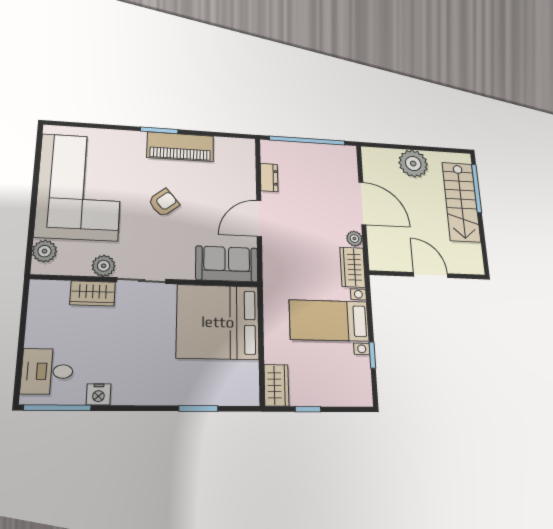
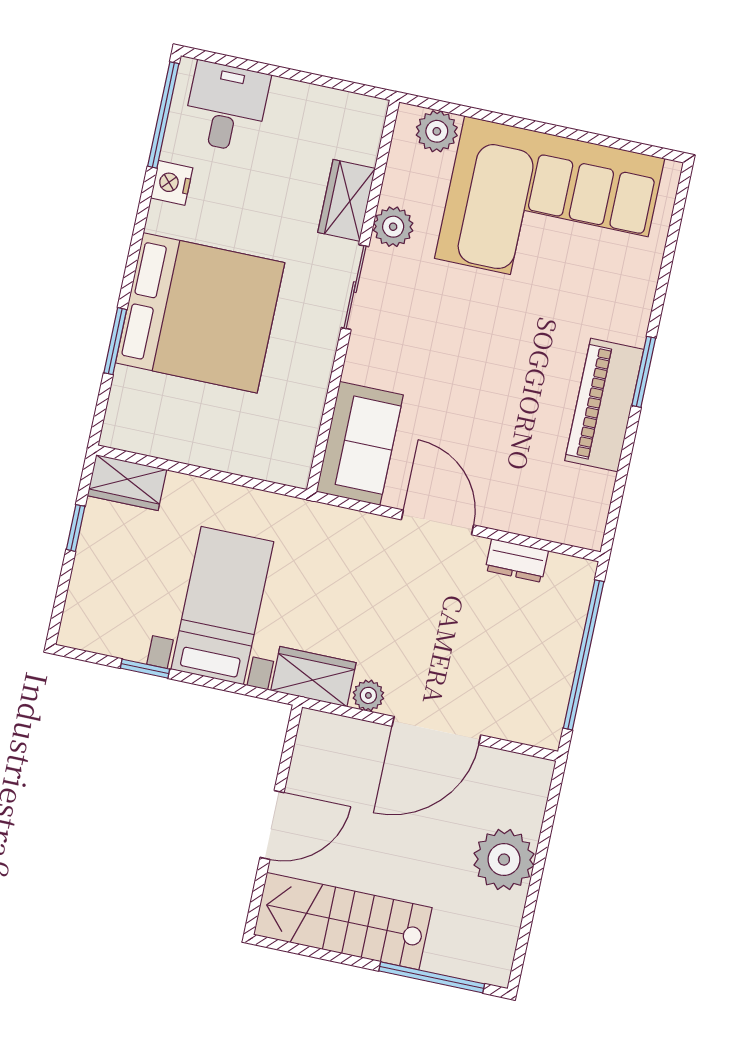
stairs: (461, 202) -> (343, 921), moved
armchair: (164, 203) -> (496, 353), removed
bed: (218, 322) -> (200, 313), moved, turned 90

